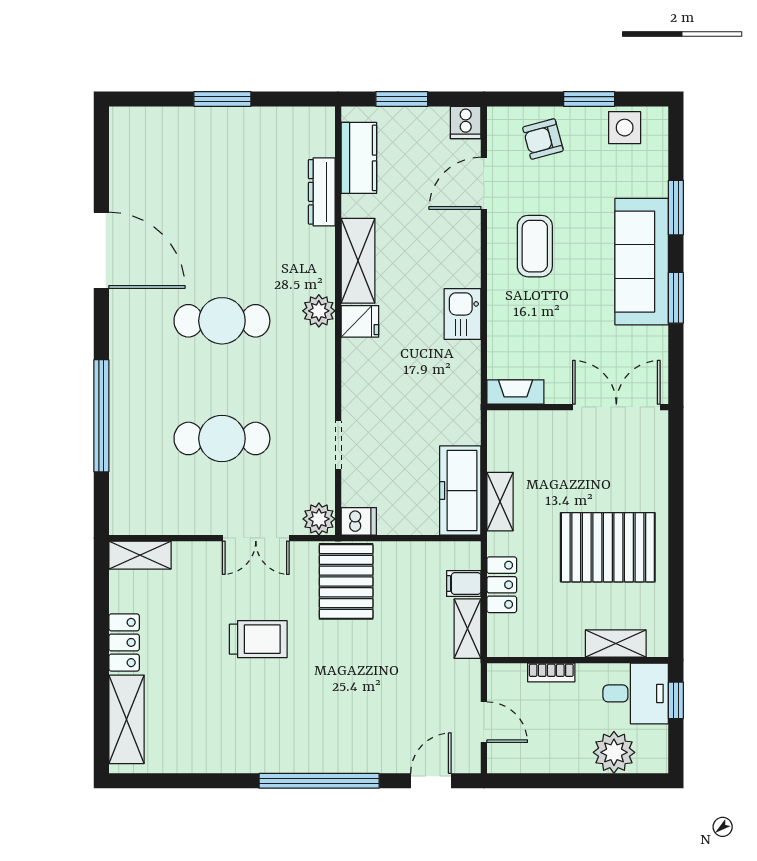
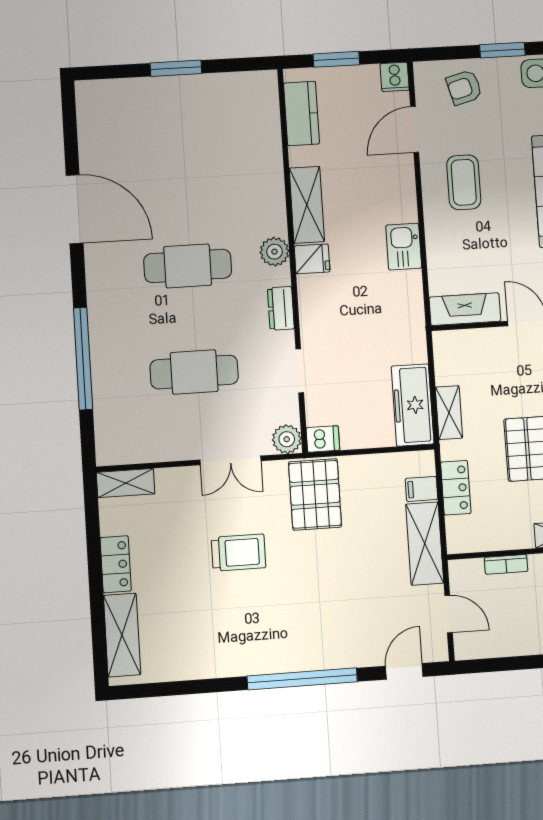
dresser: (322, 192) -> (281, 308), moved, width x0.70
fireplace: (515, 392) -> (465, 309), width x1.37, depth x1.32
shelving: (468, 629) -> (425, 544), width x1.50, depth x1.33

